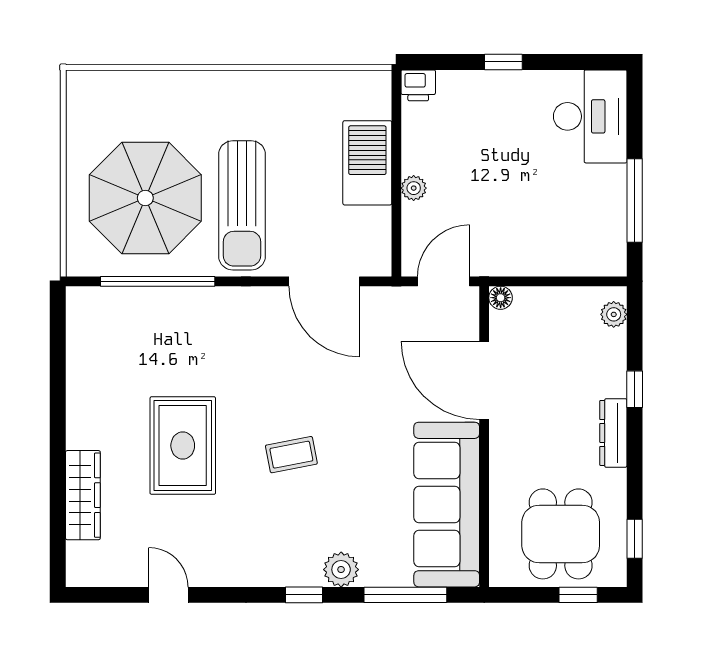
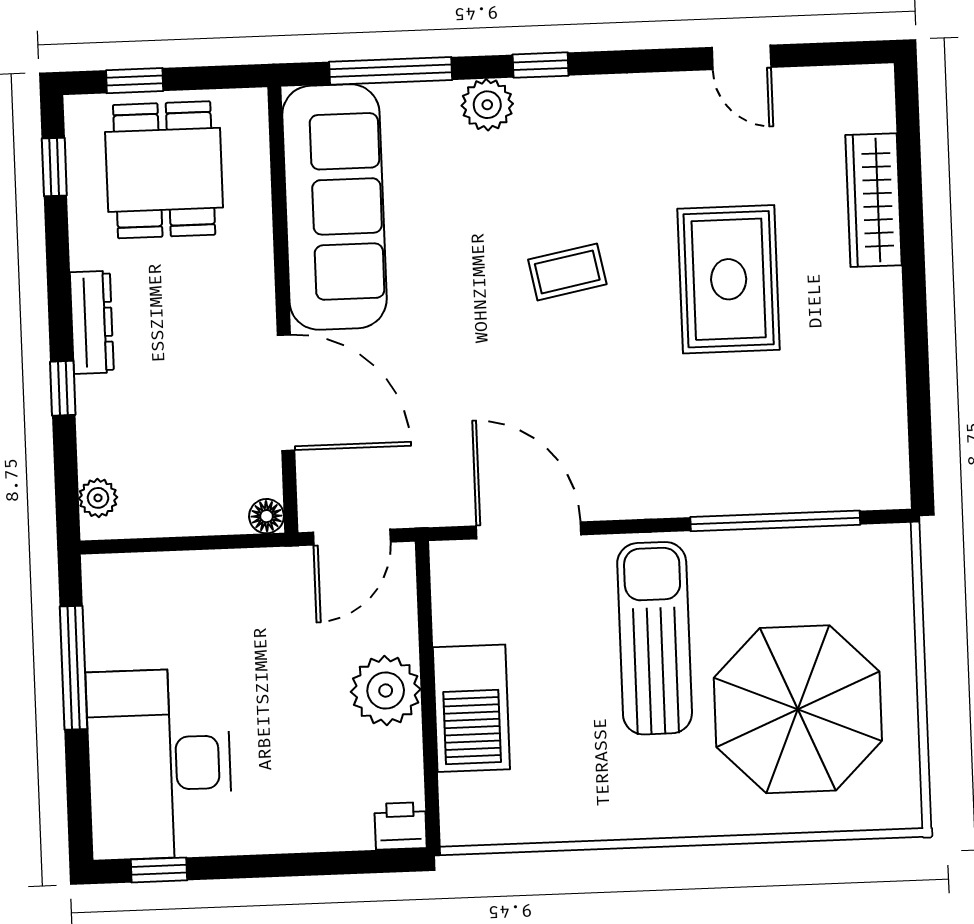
window: (503, 62) -> (159, 870), moved
desk: (590, 116) -> (159, 764), width x1.36, depth x1.30
plant: (414, 188) -> (386, 691), width x1.87, depth x1.87
parasol: (145, 198) -> (798, 709), moved

